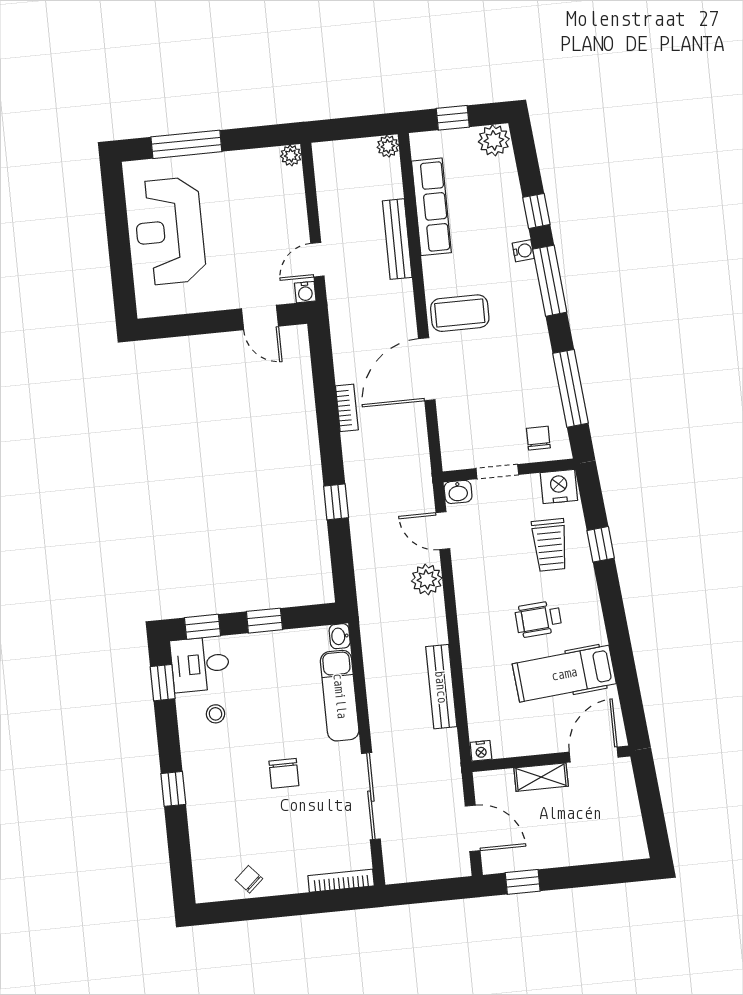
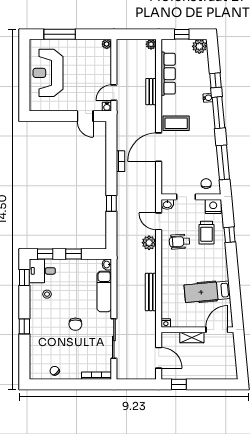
bench: (397, 239) -> (151, 92), width x0.73
wheelchair: (538, 619) -> (180, 242), moved

